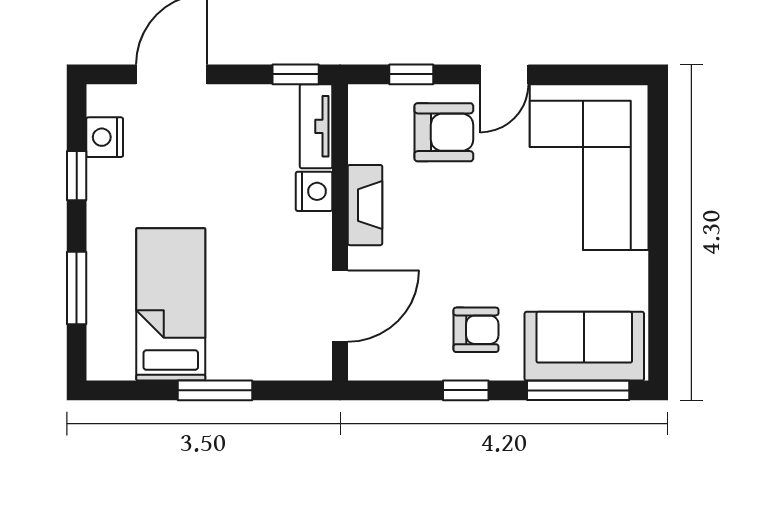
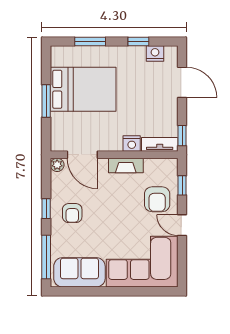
bed: (171, 304) -> (83, 89), width x1.50
sofa: (584, 346) -> (79, 272), moved, turned -90
plant: (364, 365) -> (57, 165), added

